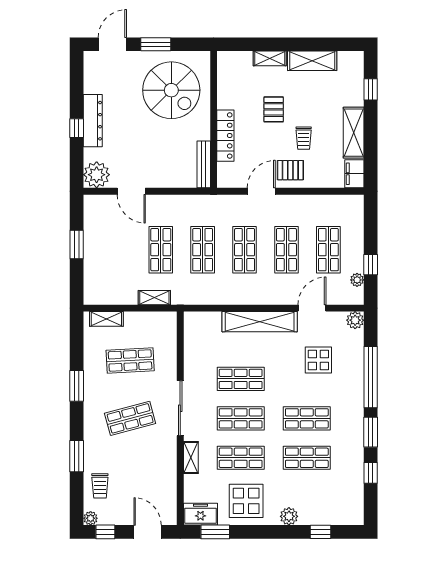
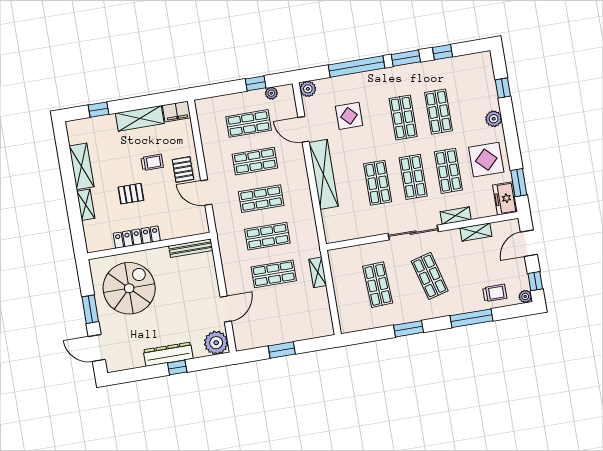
locker: (225, 136) -> (137, 237), moved
shelving: (106, 319) -> (476, 232), moved, turned 90
window: (77, 456) -> (471, 318), width x1.44

